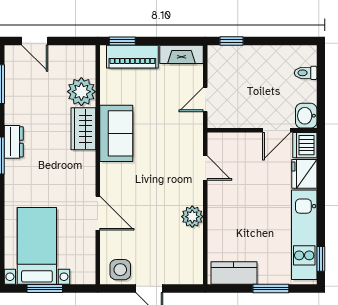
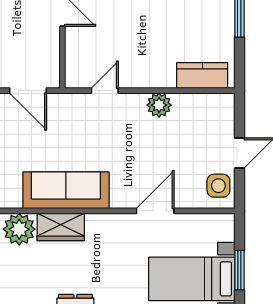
door: (205, 100) -> (28, 91), width x1.38
sofa: (116, 133) -> (66, 190), width x1.36
kitchen counter: (234, 273) -> (202, 76), moved, turned 90

